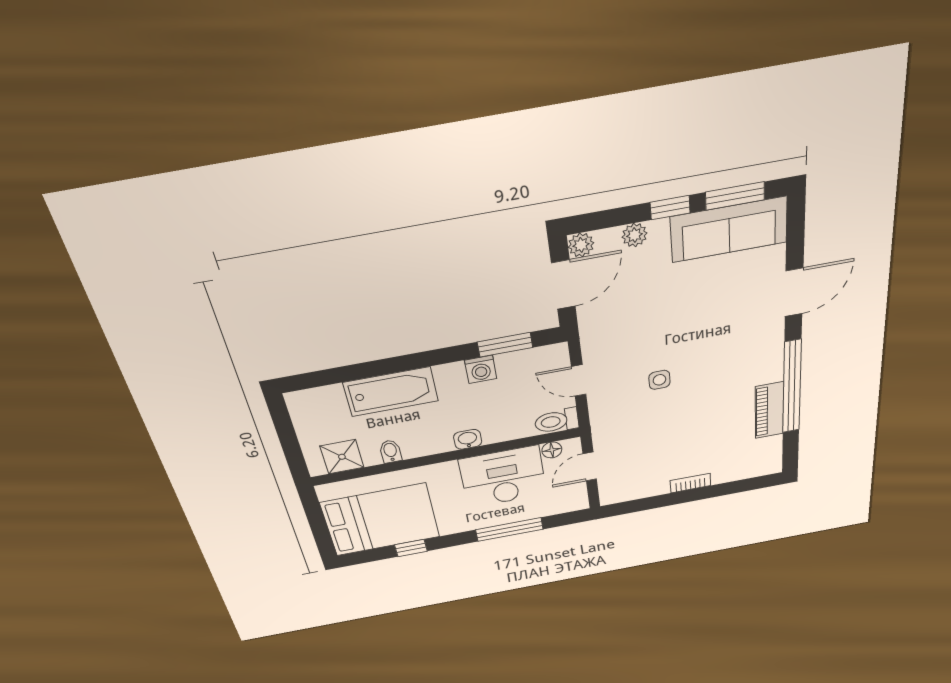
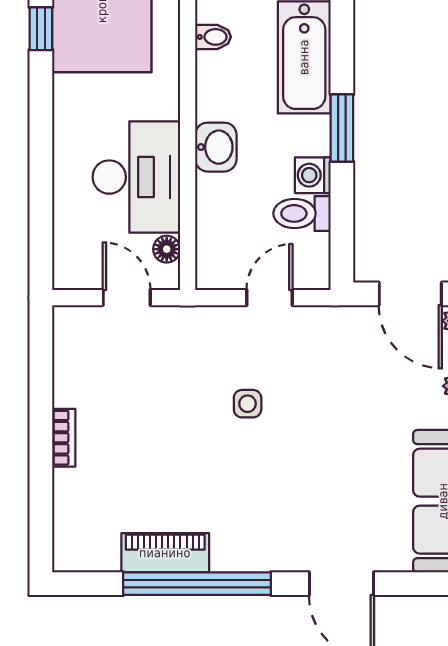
window: (505, 345) -> (342, 128), moved
toilet: (557, 421) -> (302, 213), moved, turned -90
washbasin: (468, 439) -> (216, 147), width x1.38, depth x1.45
window: (509, 530) -> (41, 172), removed

